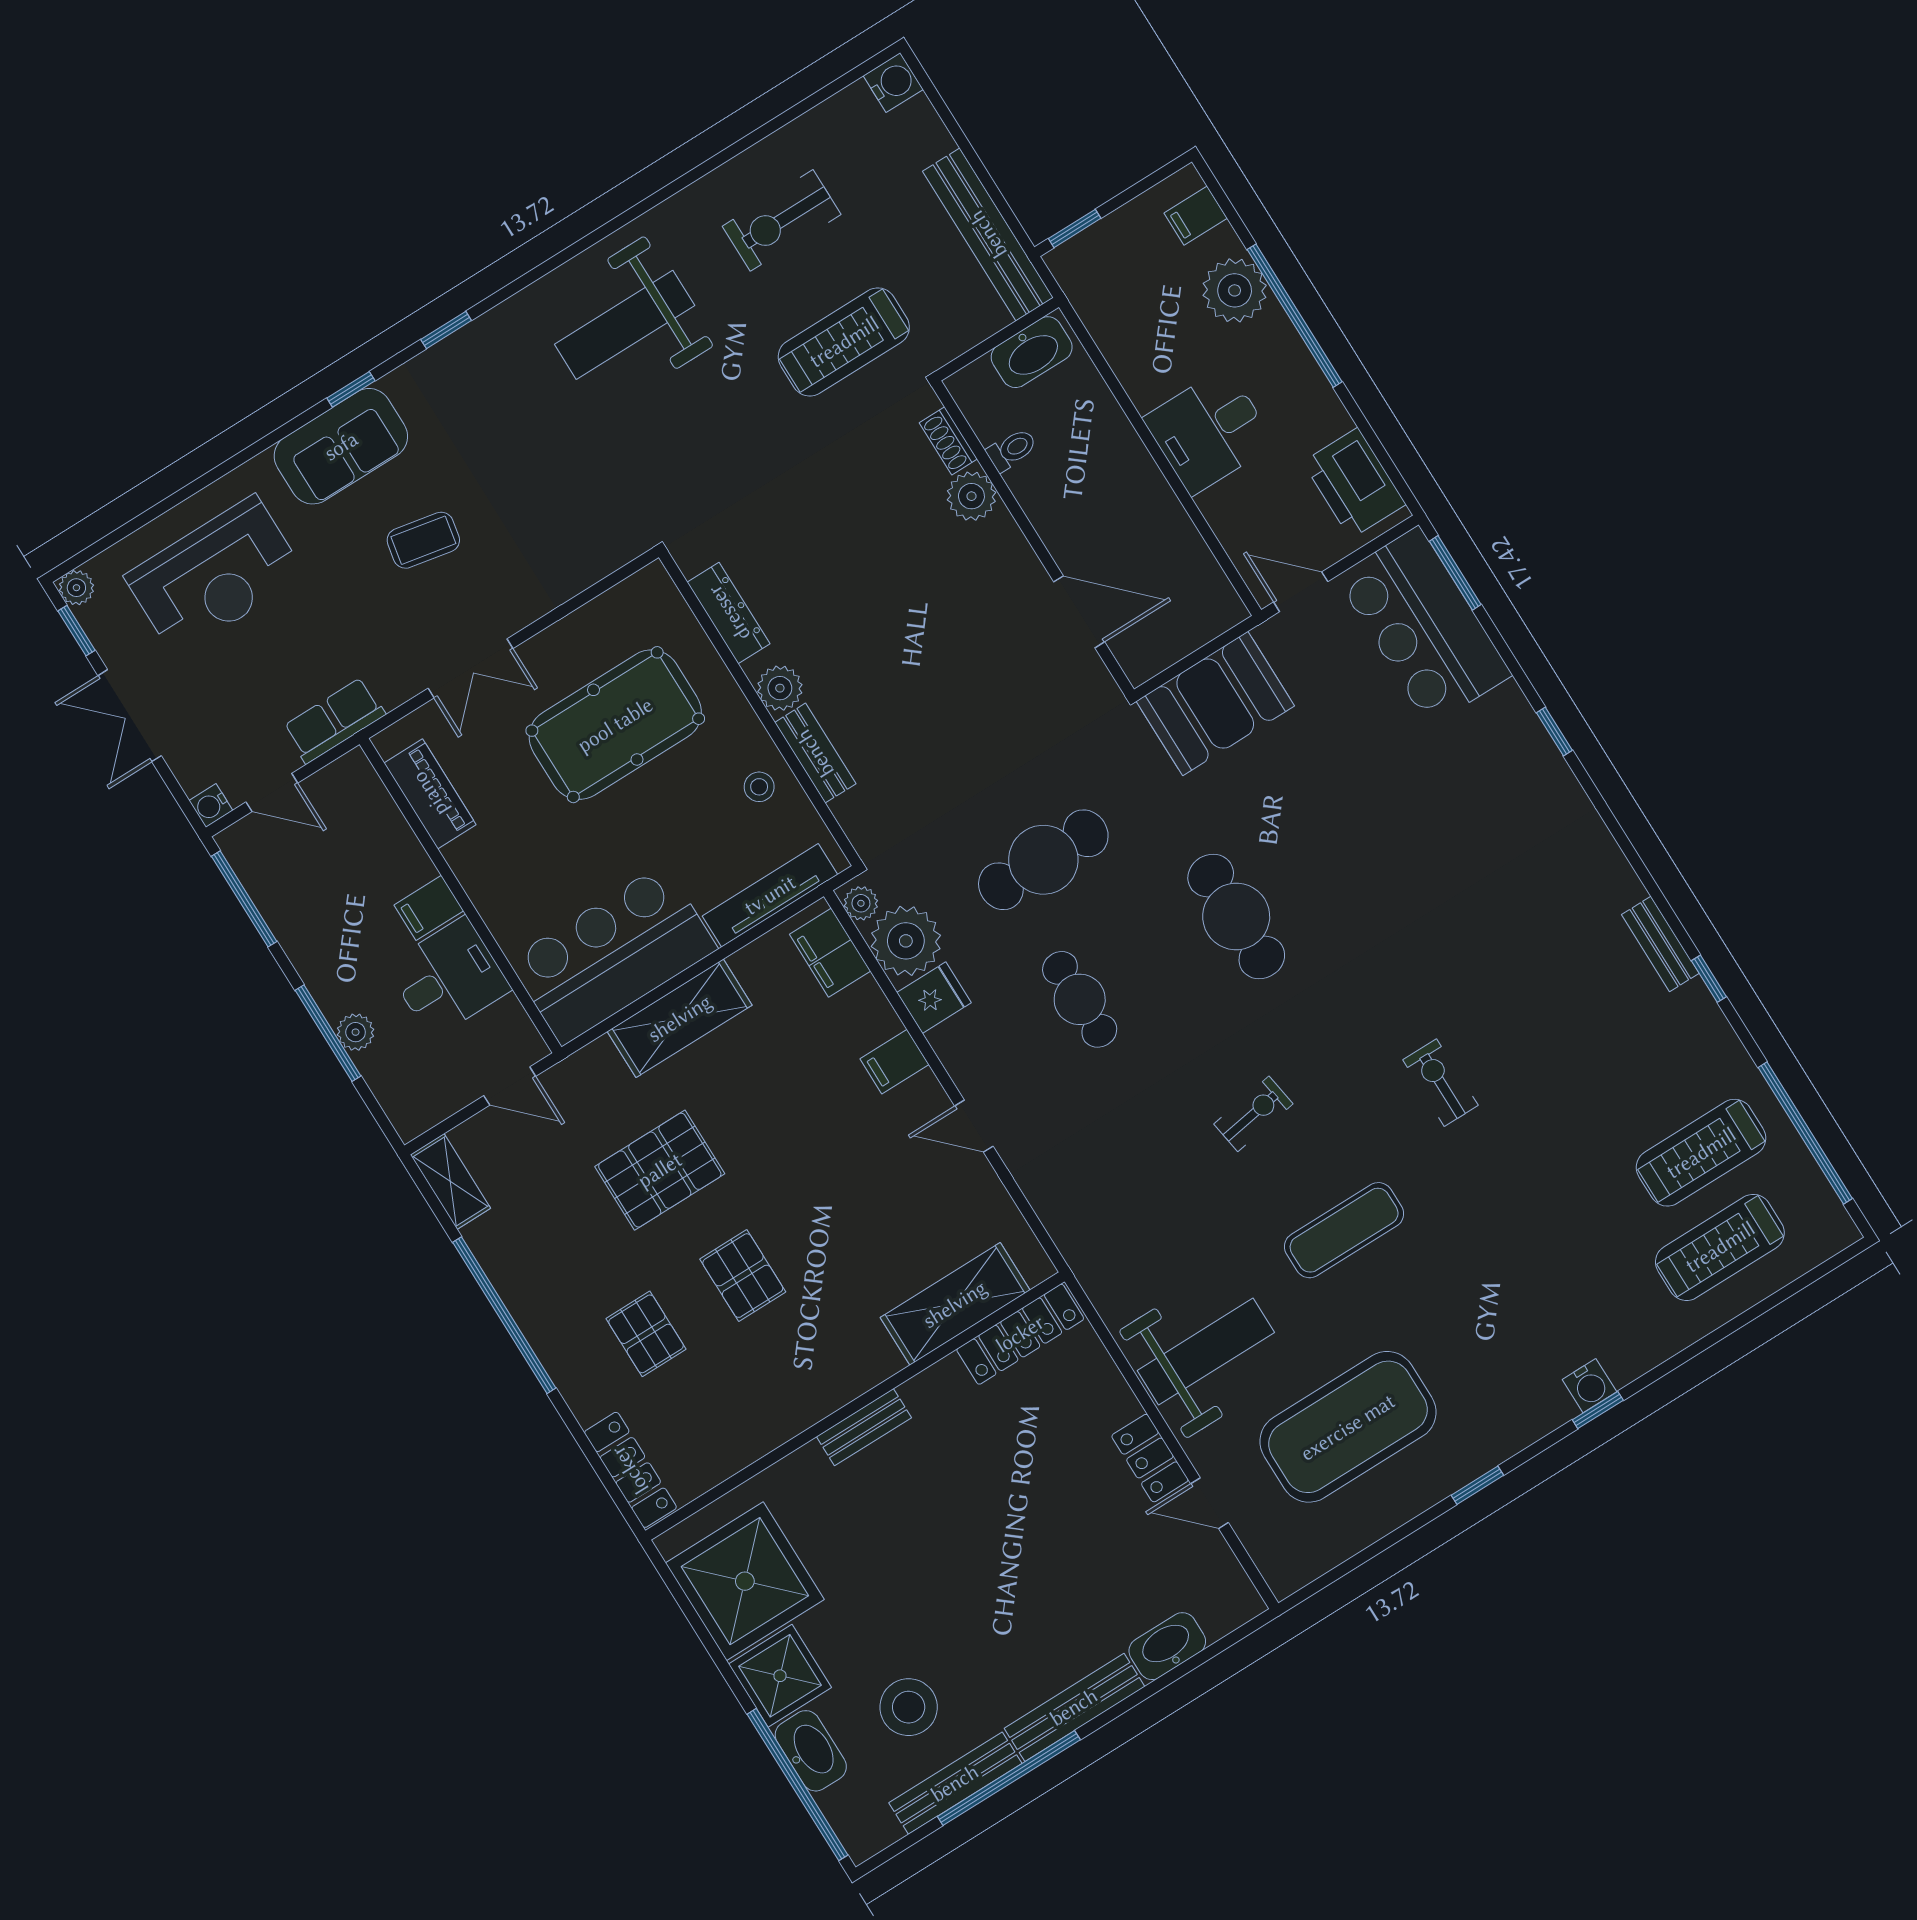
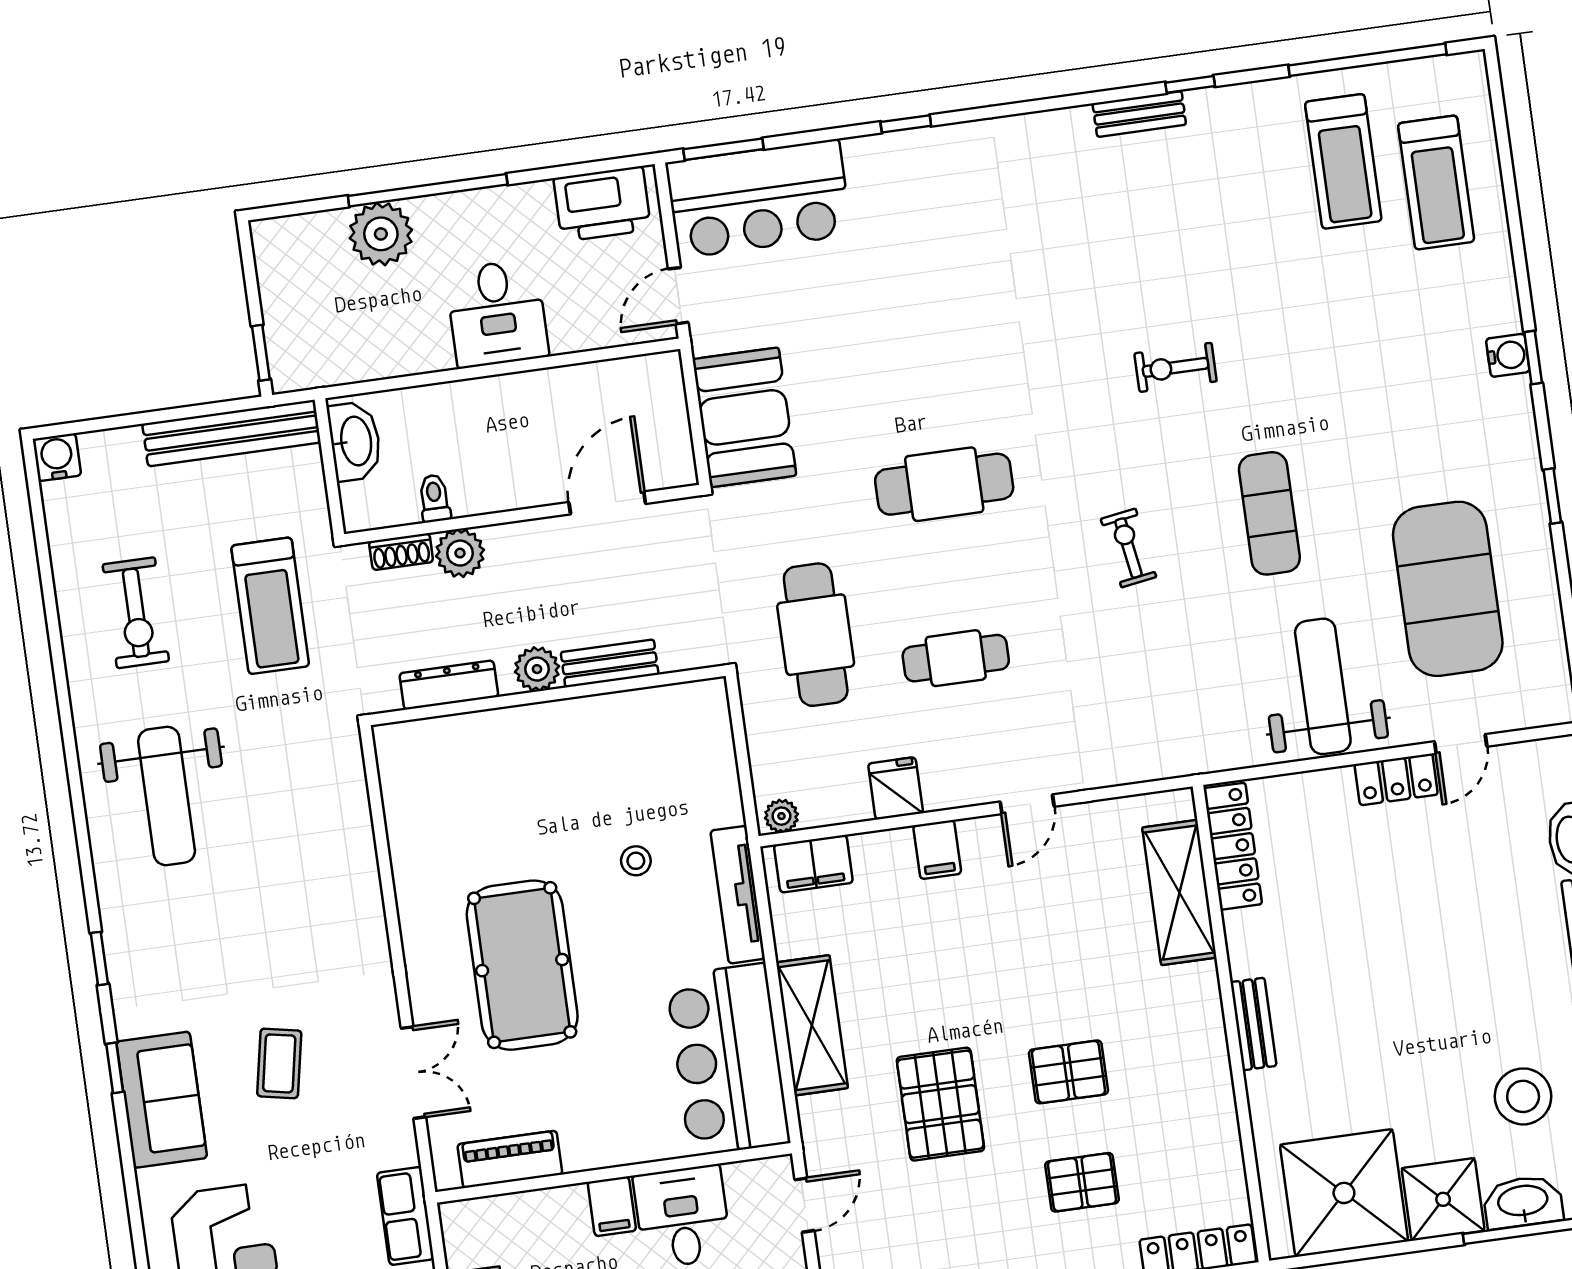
filing cabinet: (1196, 216) -> (298, 239), removed
dresser: (729, 613) -> (449, 685), moved
plant: (780, 688) -> (537, 669), moved
wall: (760, 709) -> (547, 695), moved
bench: (815, 753) -> (610, 663), moved
plant: (906, 941) -> (833, 791), removed

